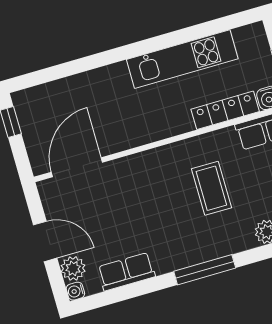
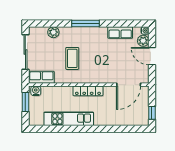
locker: (225, 110) -> (88, 91), moved

